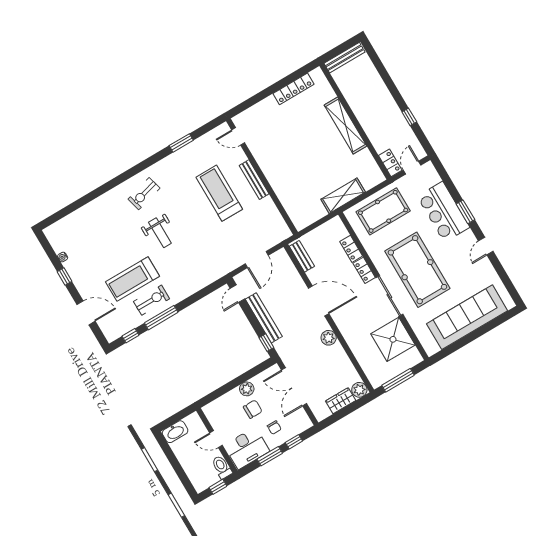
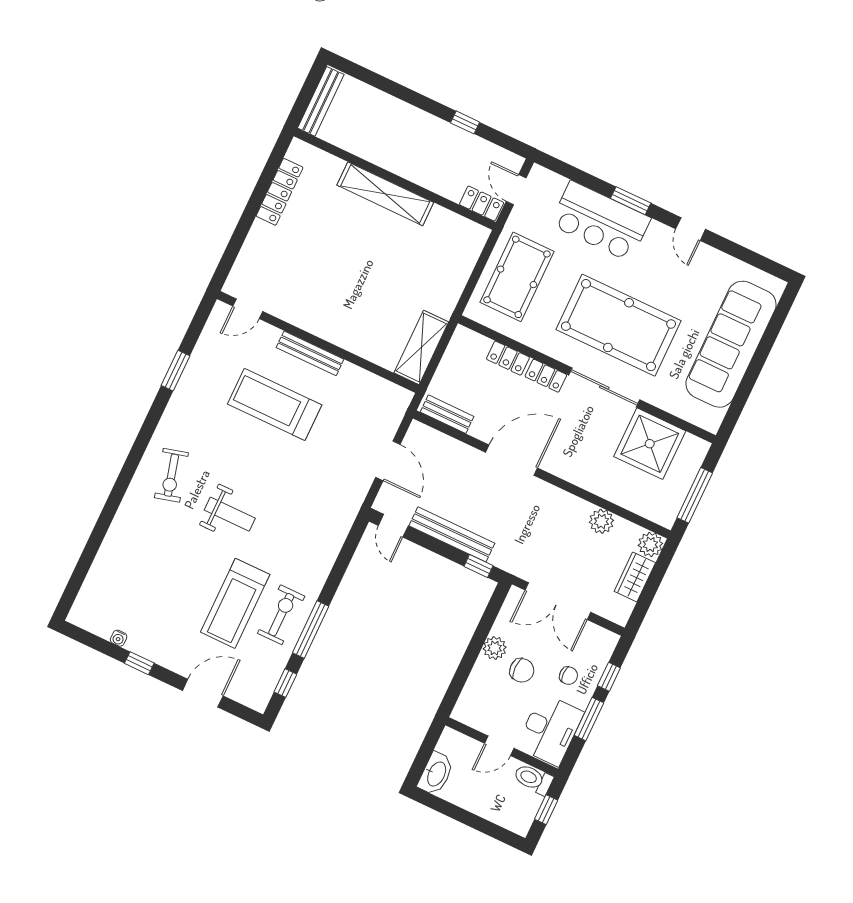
shelving: (343, 196) -> (421, 347), moved
plant: (329, 338) -> (601, 521), moved
chair: (253, 409) -> (522, 670), turned 90

